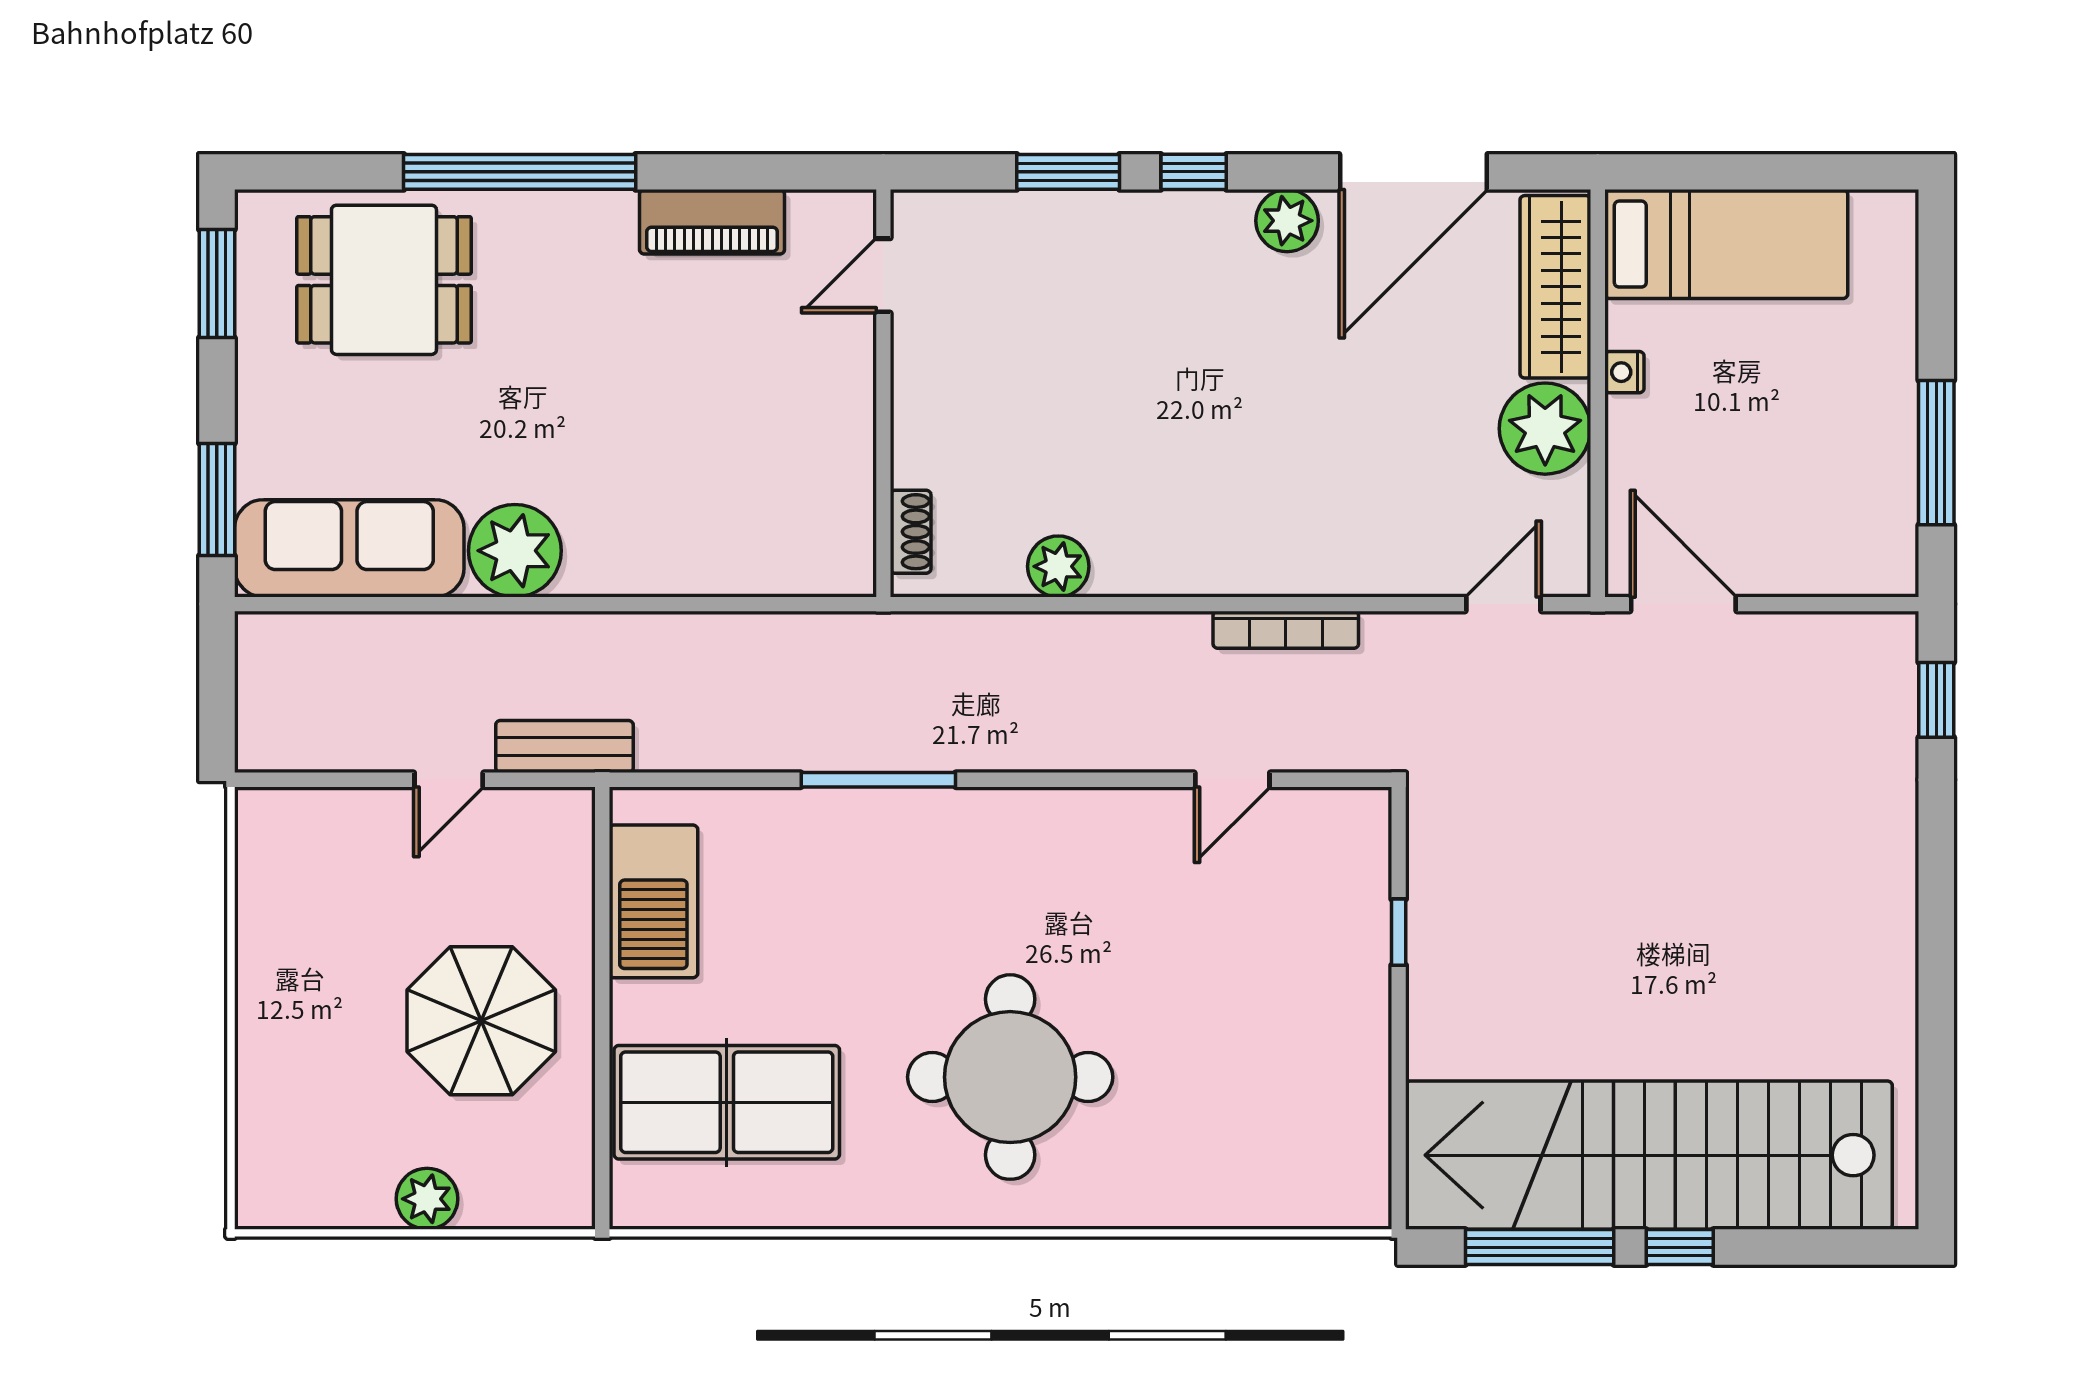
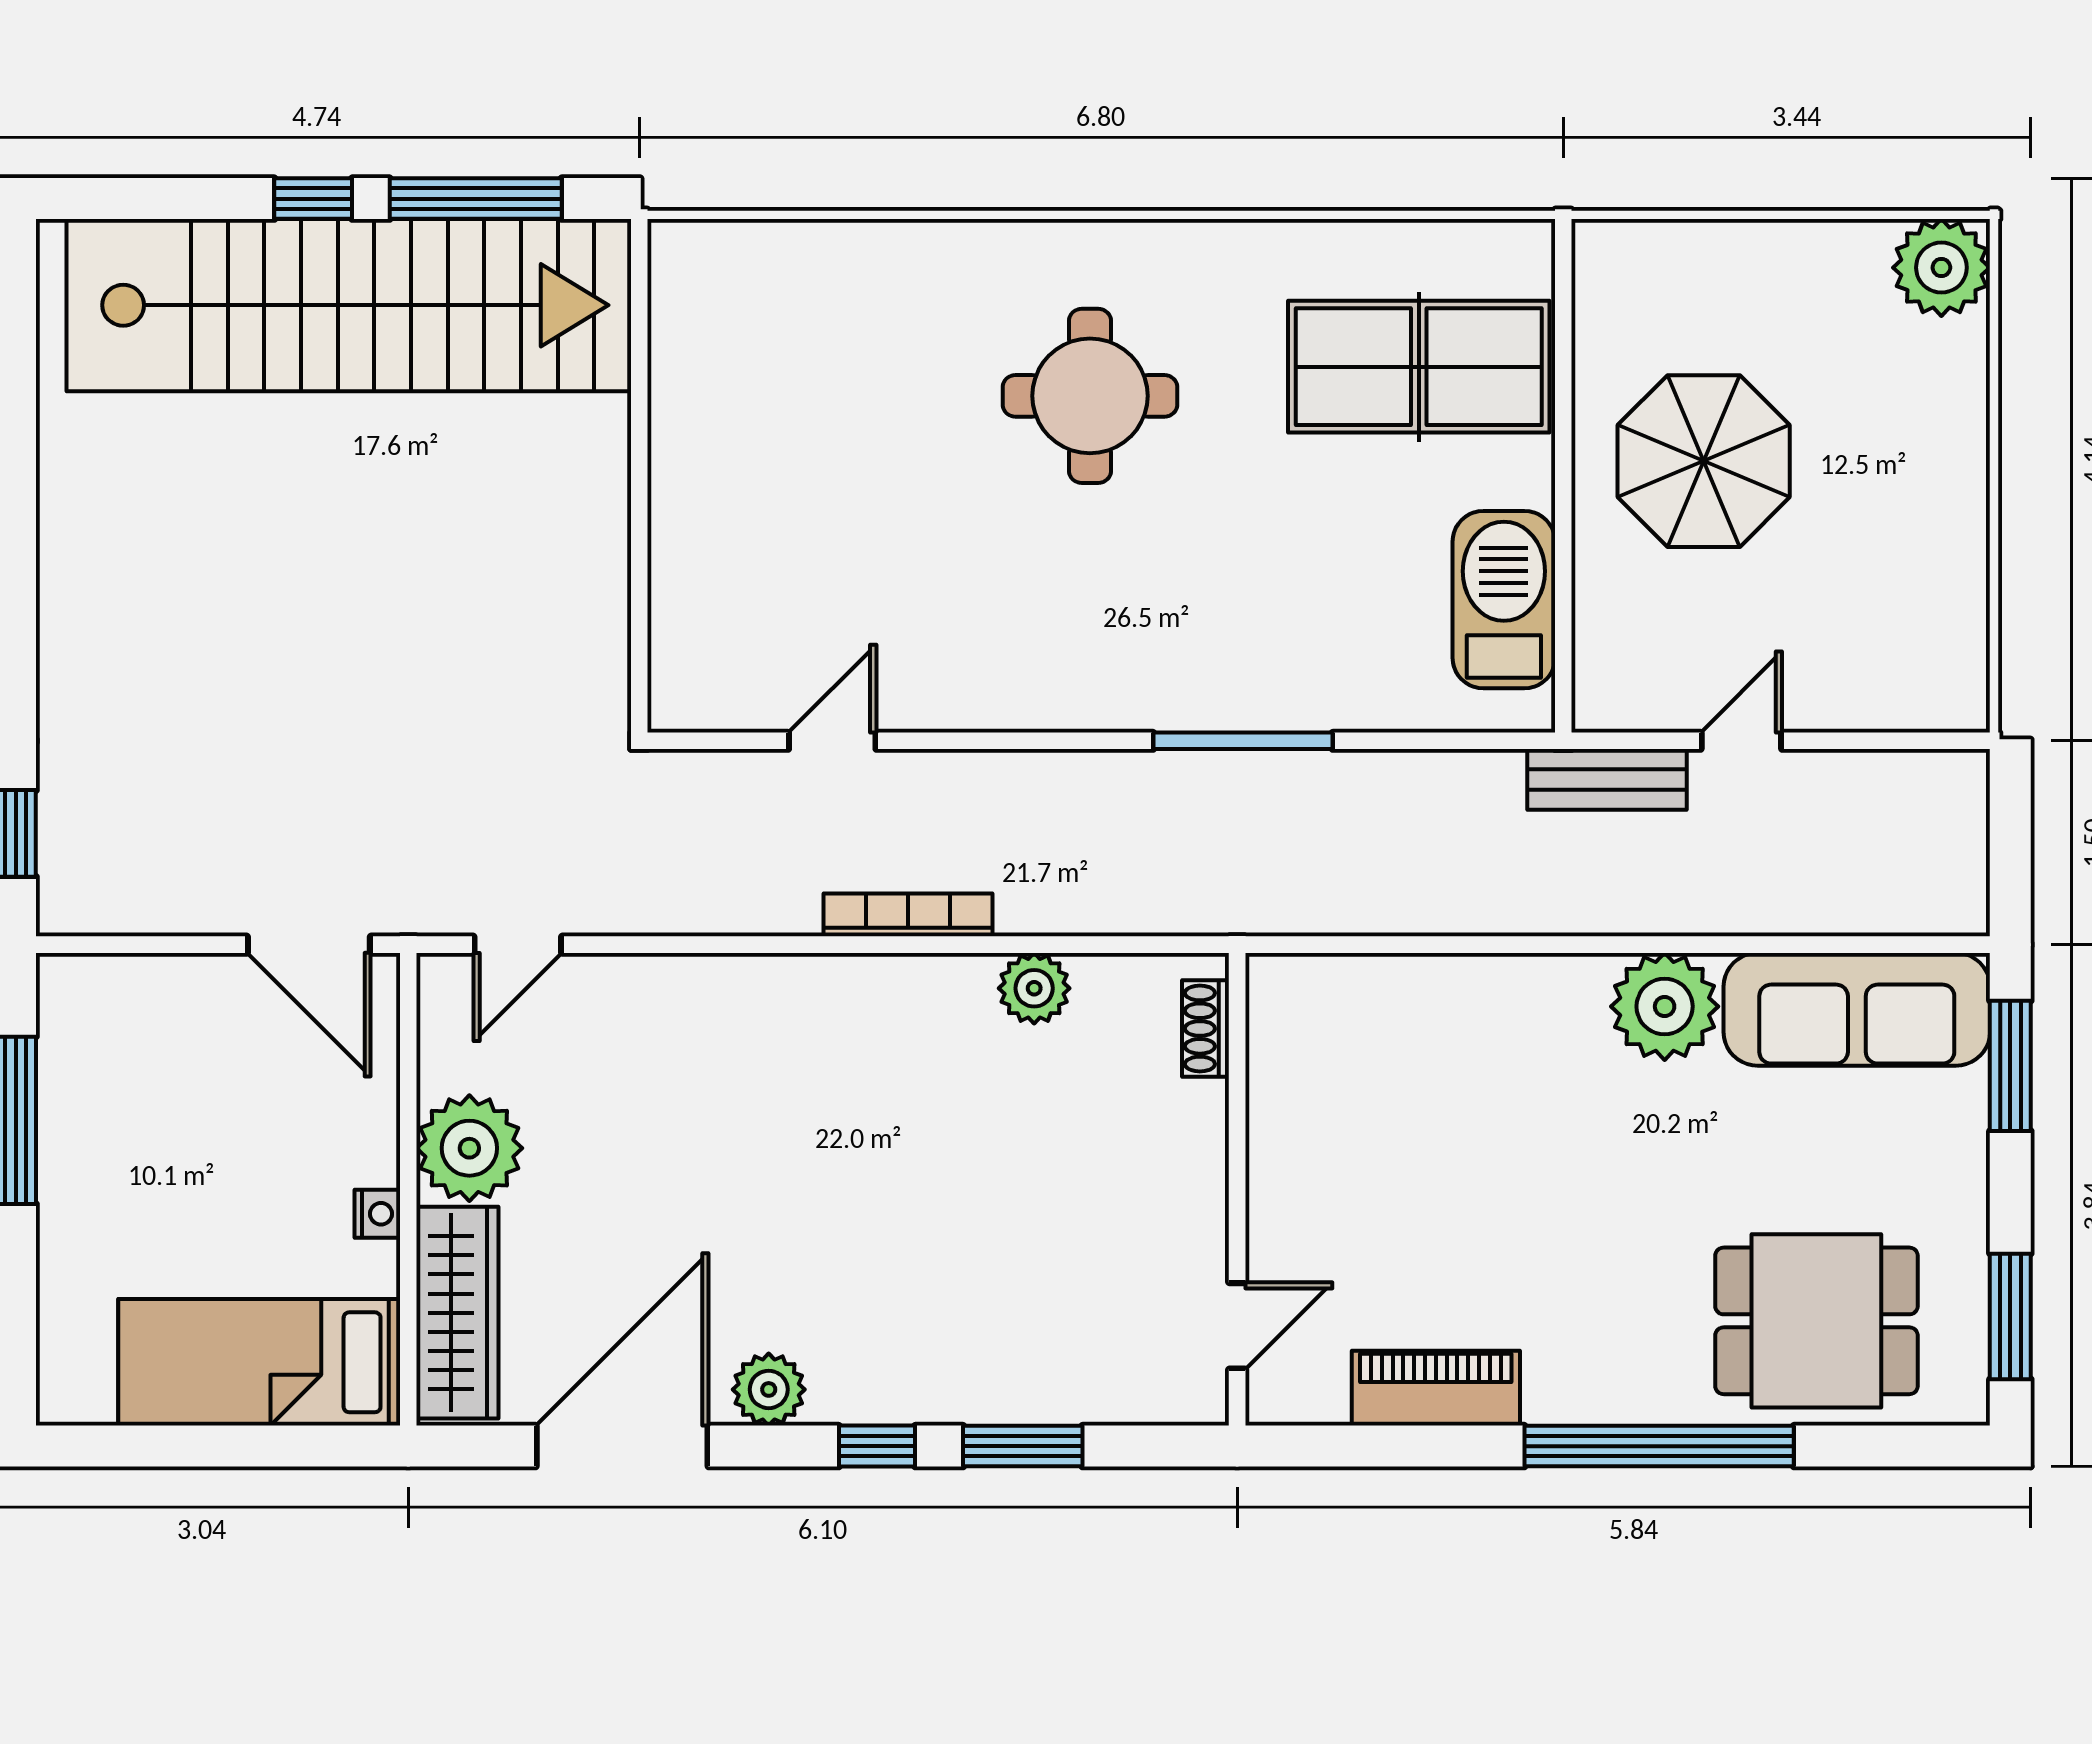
bookcase: (1286, 630) -> (908, 915), moved
window: (1399, 932) -> (639, 564), removed
round table: (1010, 1077) -> (1090, 396), width x0.73, depth x0.73
plant: (427, 1199) -> (1941, 268), moved, width x1.36, depth x1.36

